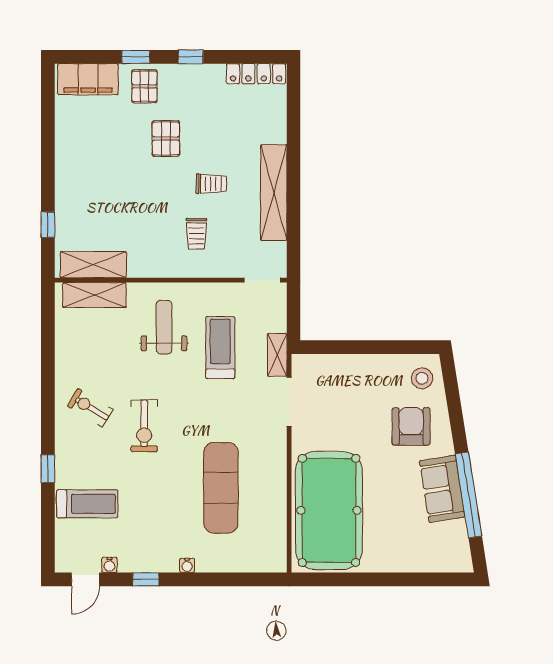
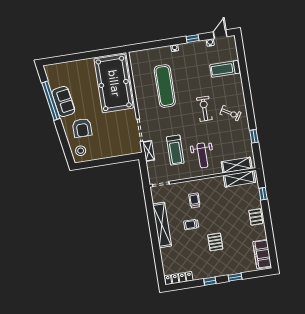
filing cabinet: (88, 79) -> (262, 254), moved, turned -90
pallet: (144, 86) -> (256, 217), moved
window: (48, 469) -> (254, 136), moved

